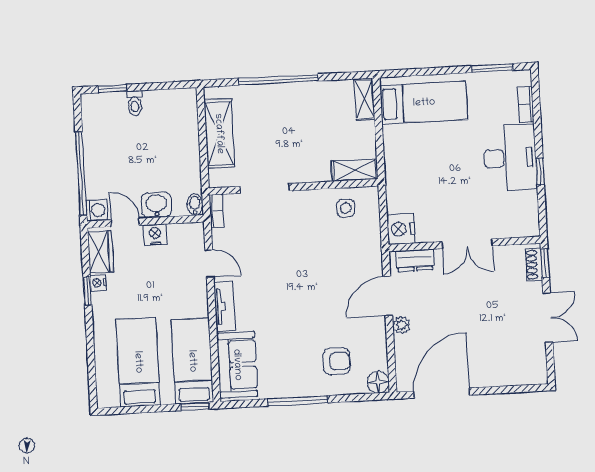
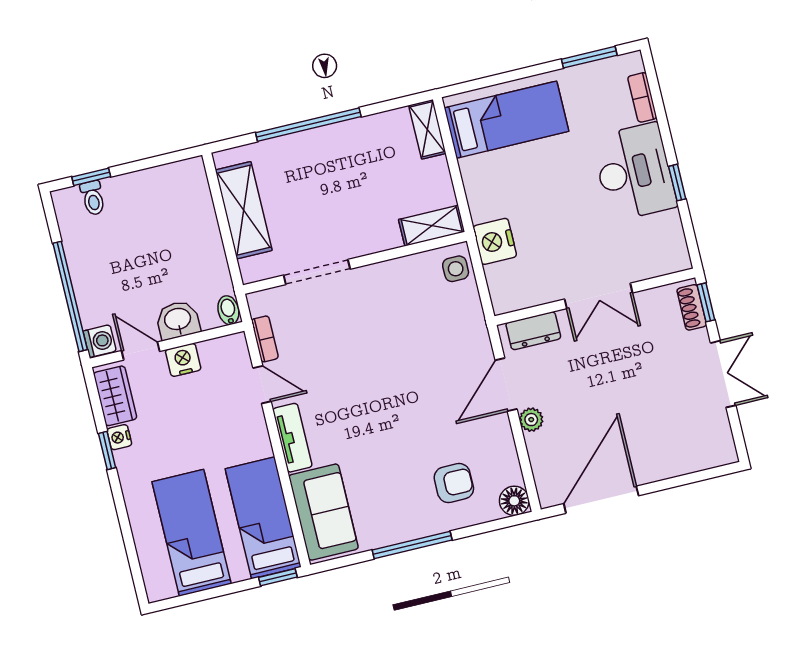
toilet: (135, 103) -> (93, 198), moved
side table: (346, 208) -> (456, 269), moved
bookcase: (217, 211) -> (265, 339), moved
nightstand: (401, 229) -> (495, 241), moved

